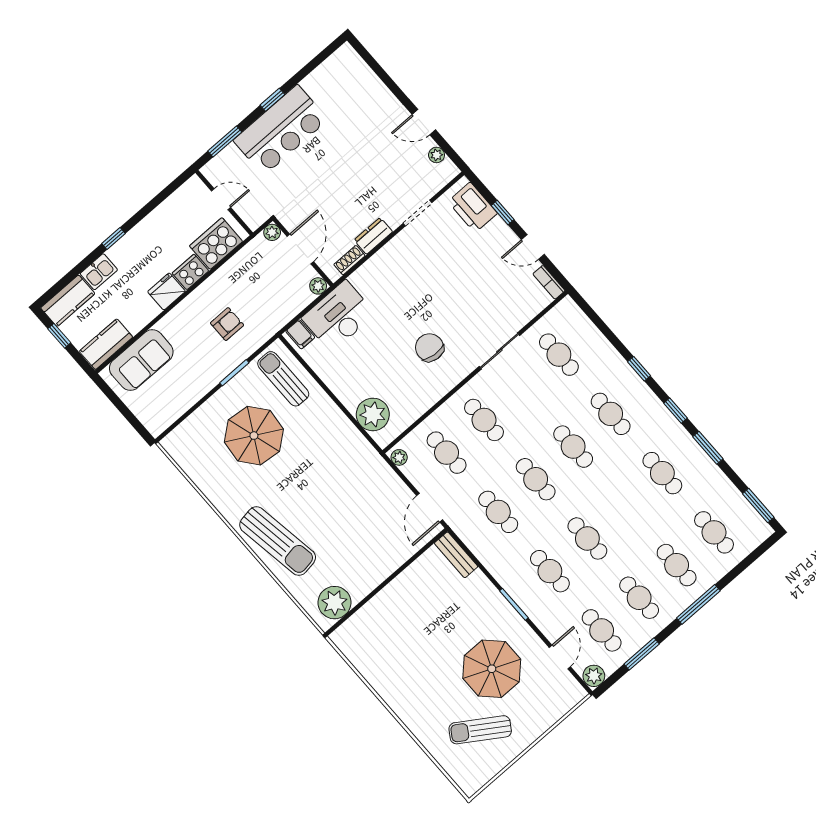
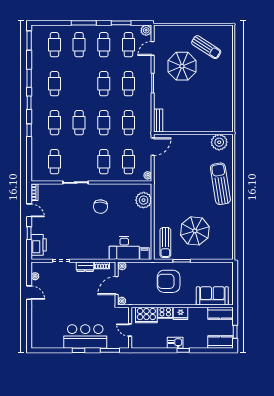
kitchen sink: (99, 272) -> (175, 343), moved
armchair: (227, 324) -> (169, 281), width x1.88, depth x1.88

